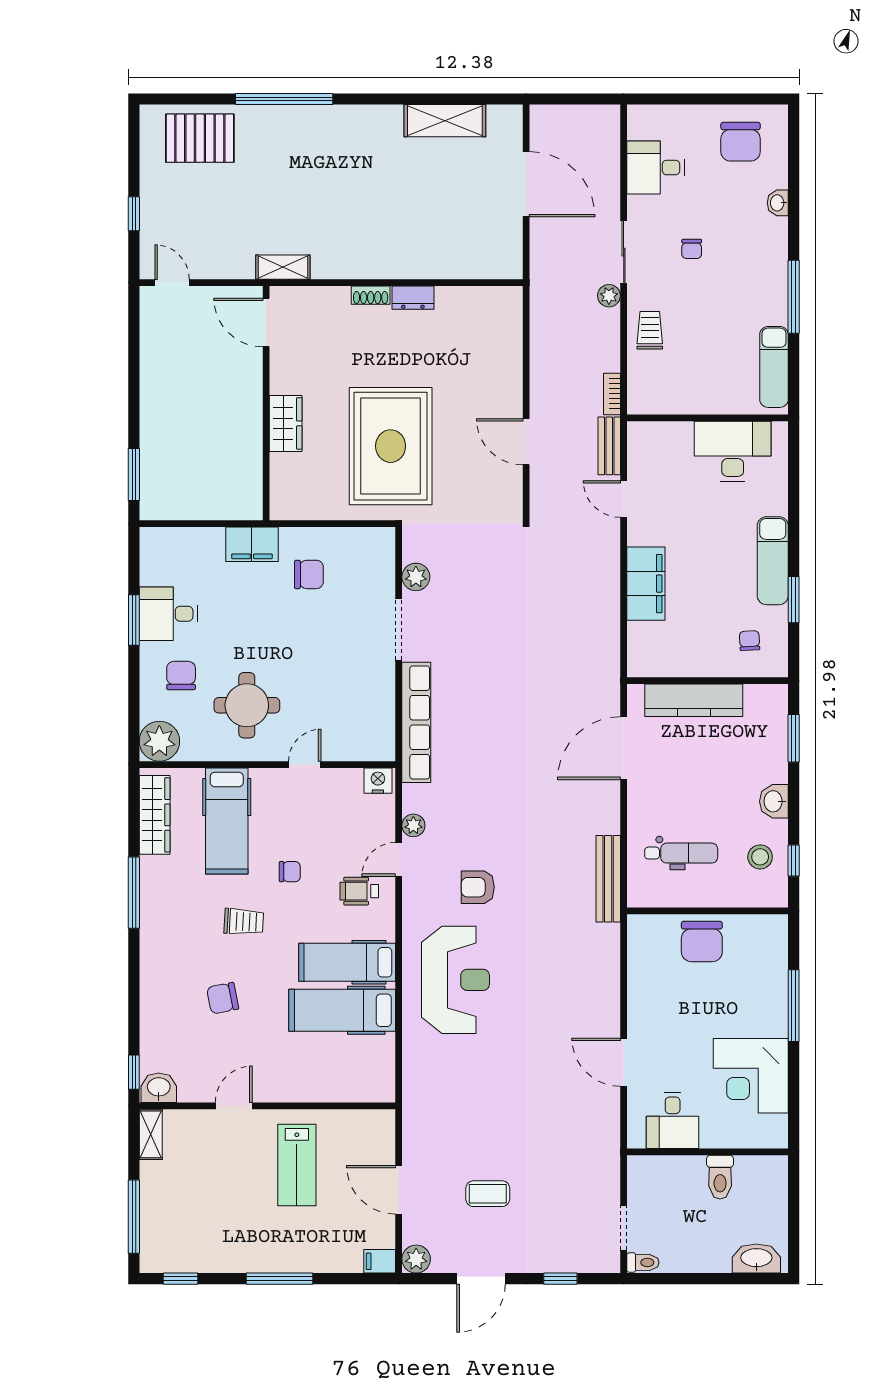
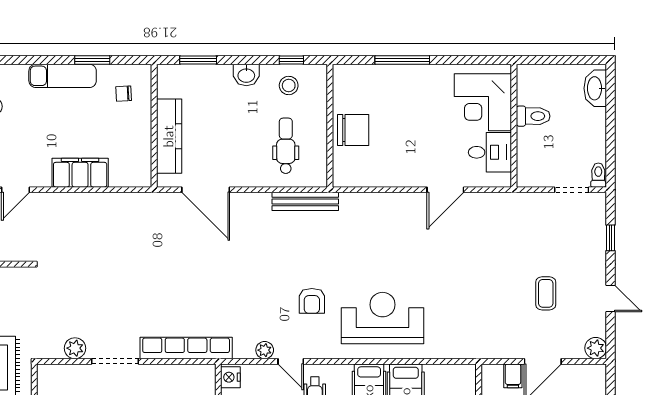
corner desk: (751, 1076) -> (483, 102), moved, turned 90
filing cabinet: (380, 1261) -> (513, 376), moved
door: (481, 1279) -> (611, 298), width x0.73

